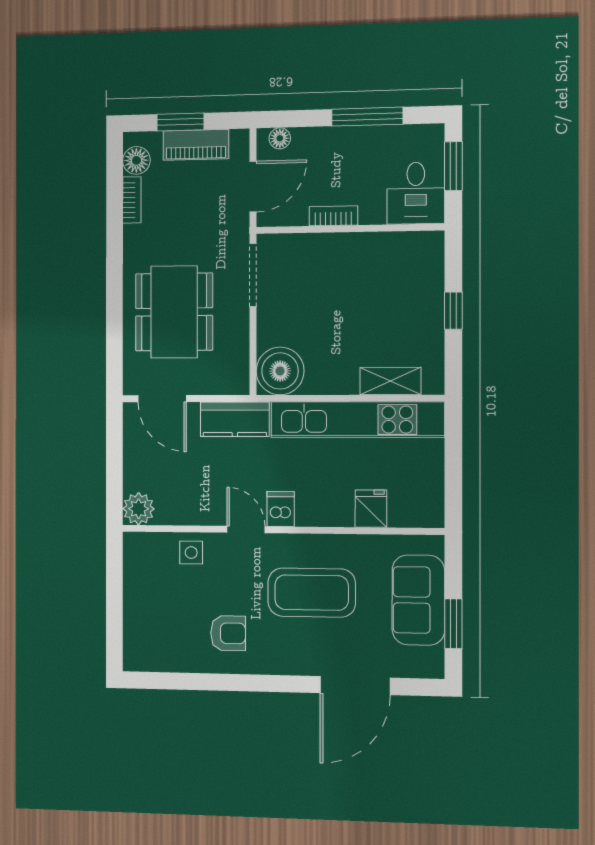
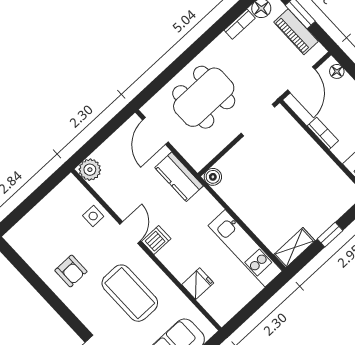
door: (253, 187) -> (301, 80), hinge flipped
boiler: (280, 371) -> (213, 177), width x0.54, depth x0.54
shelving: (390, 381) -> (294, 248), moved, turned 90
kitchen unit: (357, 420) -> (245, 248), width x0.73

